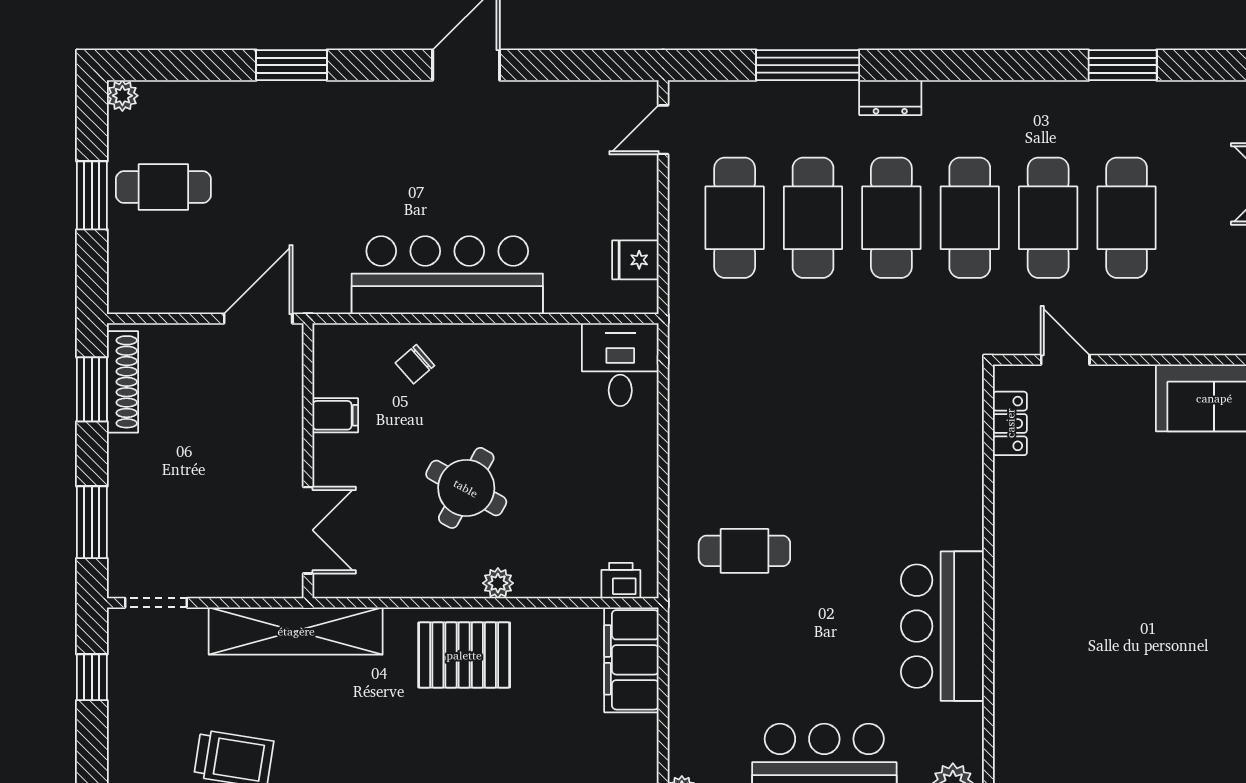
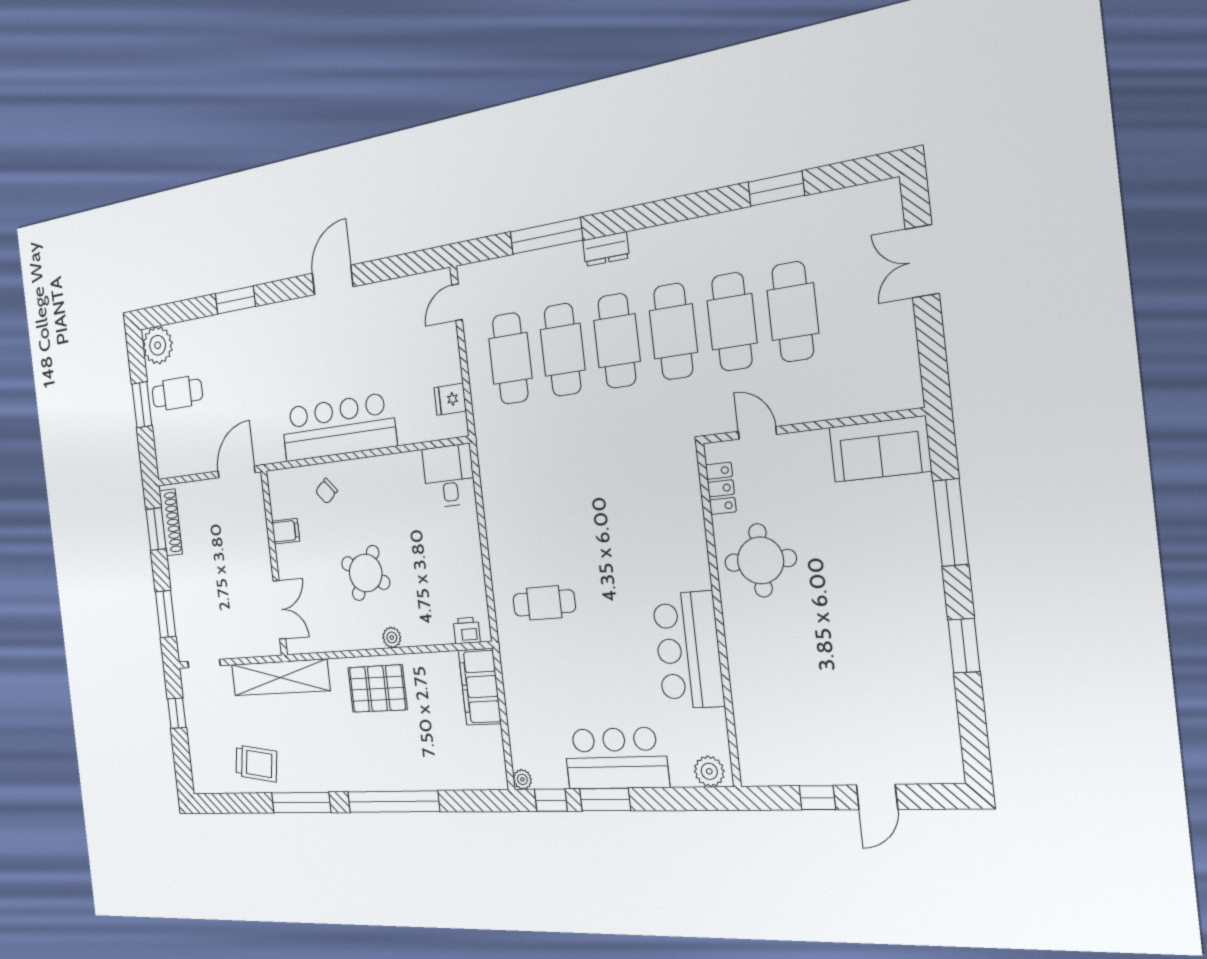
plant: (122, 96) -> (158, 345), width x1.88, depth x1.88
round table: (1051, 519) -> (760, 560), added

